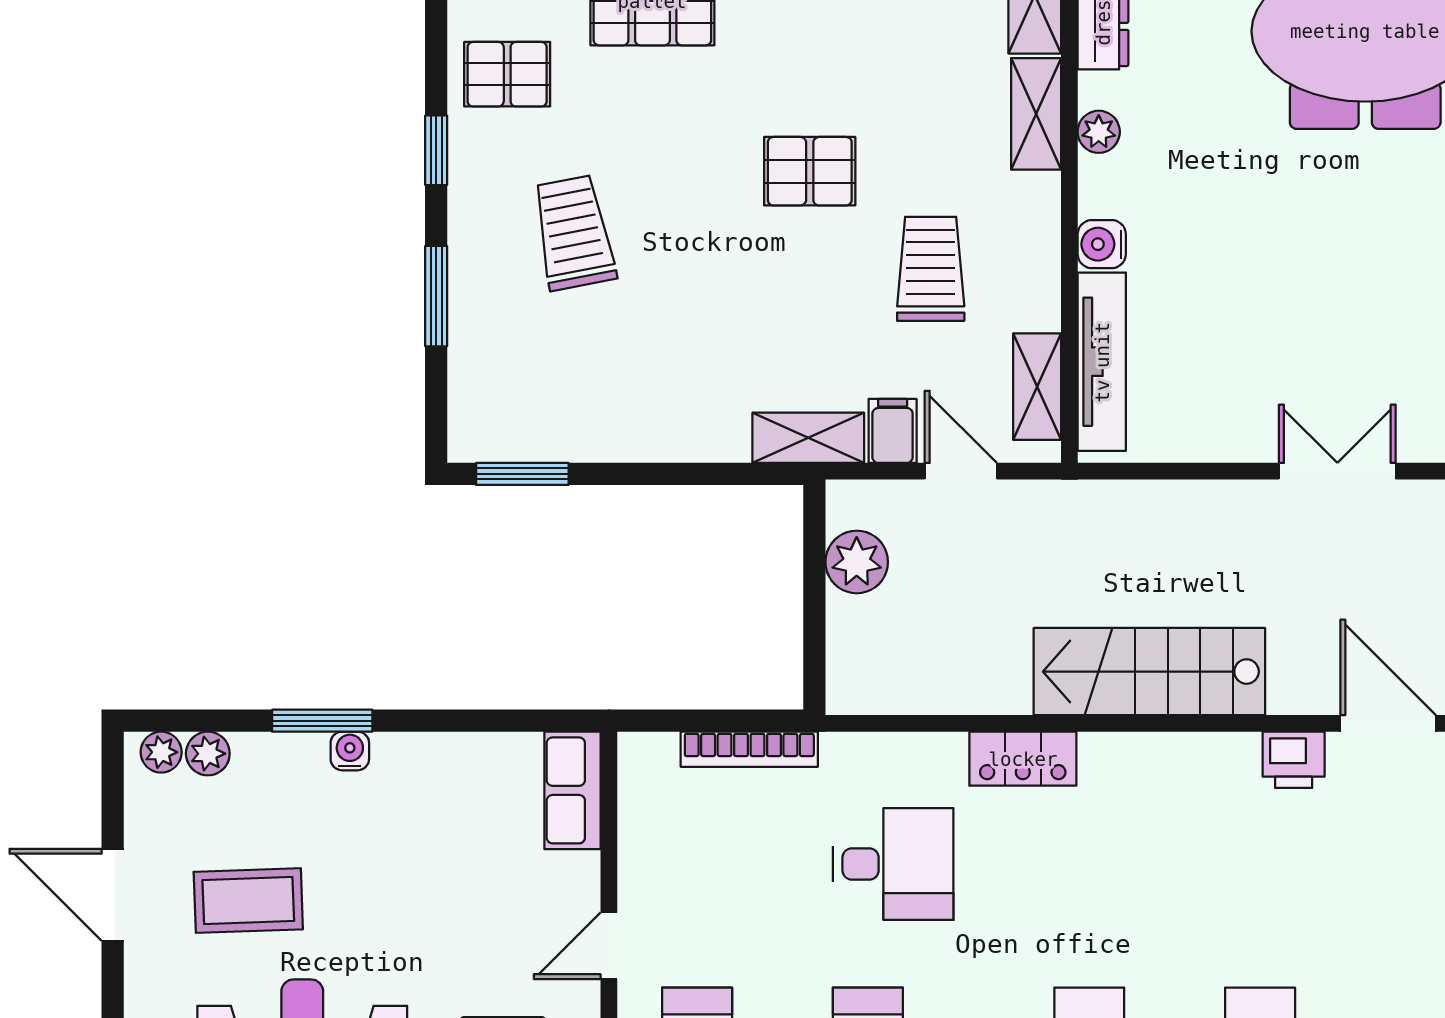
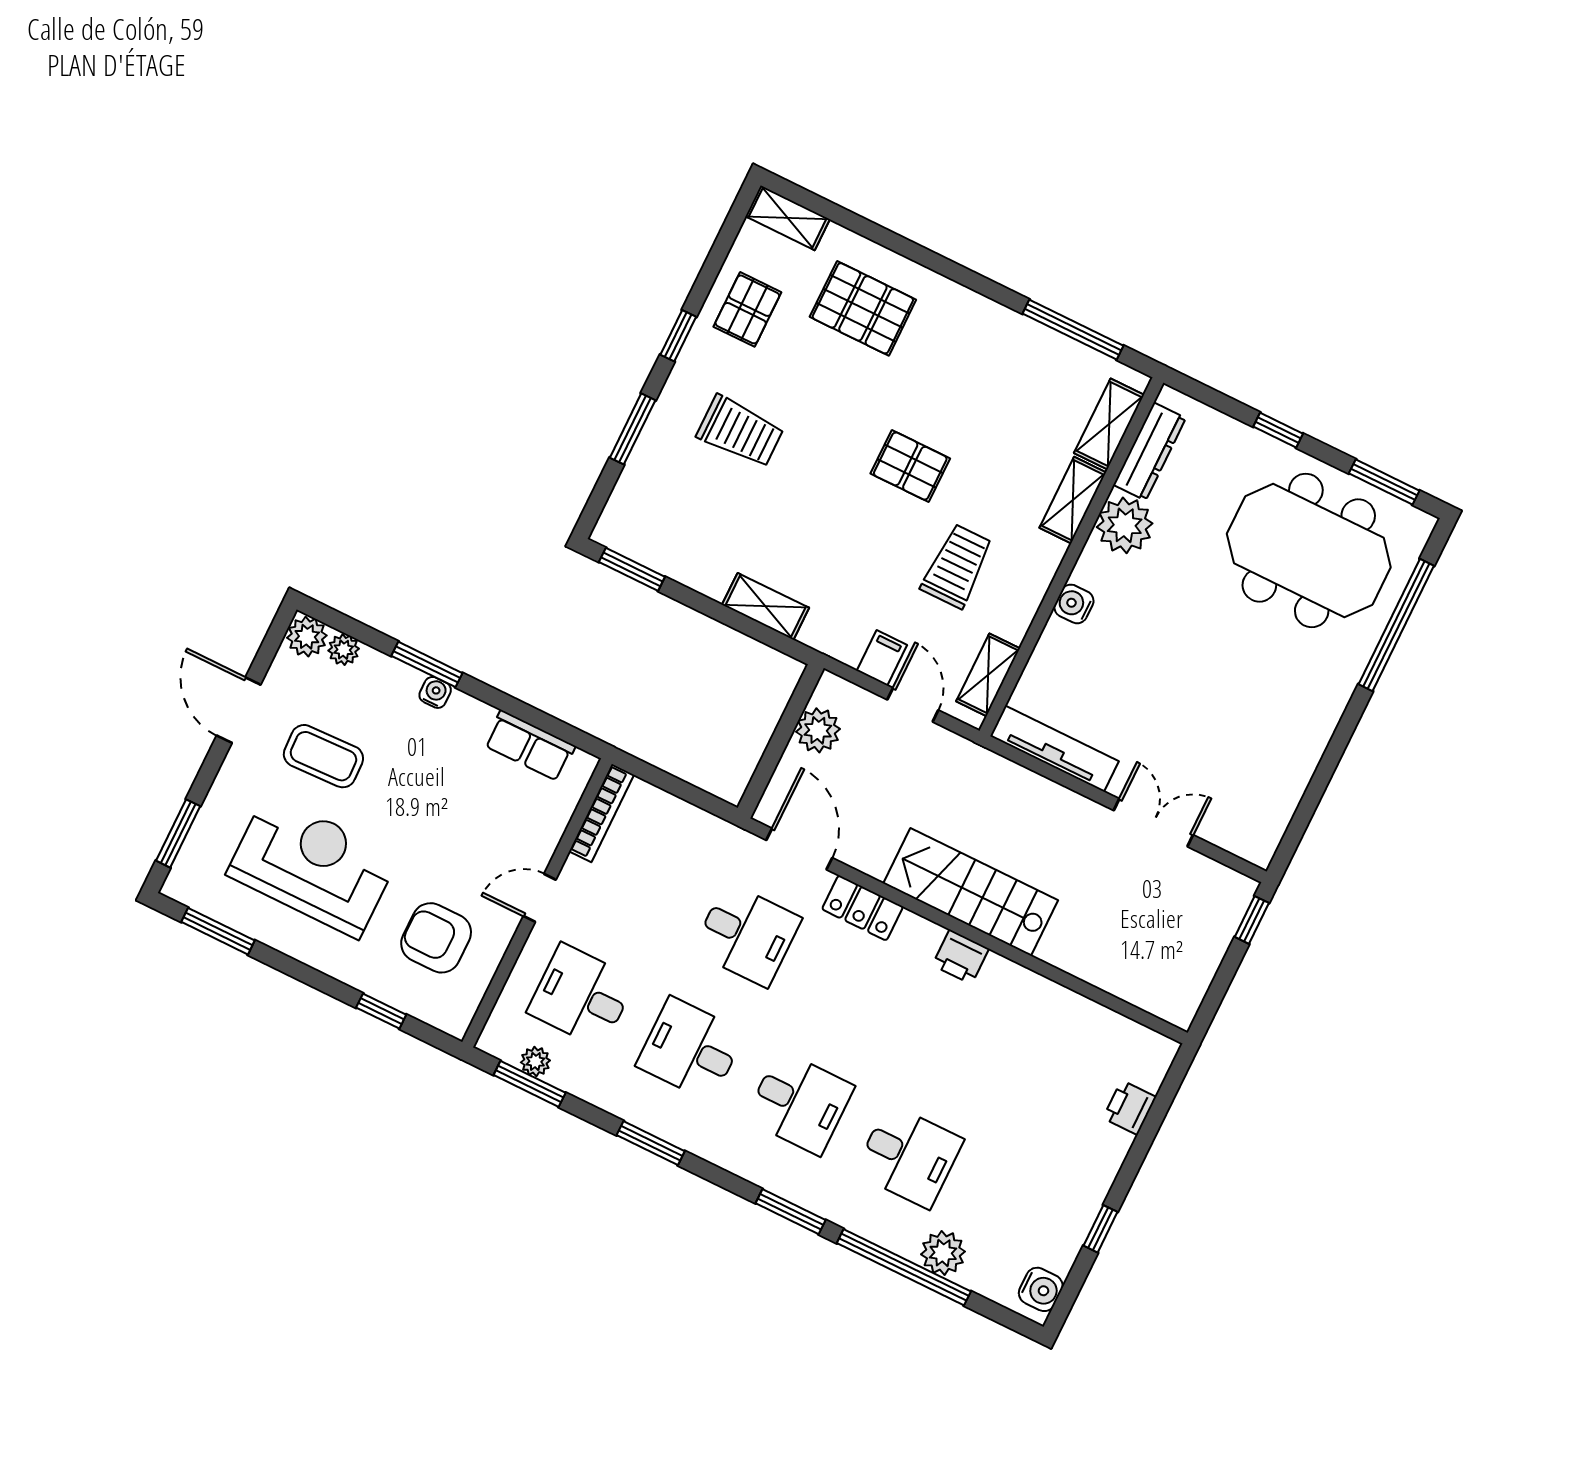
pallet: (507, 74) -> (747, 309), turned 90
plant: (1099, 132) -> (1125, 525), width x1.87, depth x1.87
trolley: (574, 233) -> (740, 432), turned 101
tv unit: (1102, 362) -> (1054, 749), moved, turned -90
shelving: (808, 438) -> (765, 606), moved
door: (1388, 723) -> (799, 849), moved
bookcase: (749, 749) -> (602, 813), moved, turned -90
plant: (161, 752) -> (307, 637), width x1.38, depth x1.38
printer: (1294, 760) -> (961, 957), moved
row of seats: (573, 790) -> (530, 746), moved, turned -90

